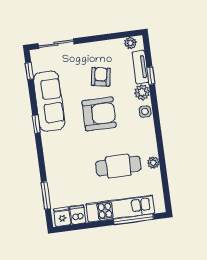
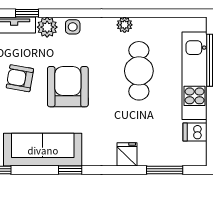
plant: (153, 163) -> (125, 25), moved
fridge: (62, 217) -> (127, 154), moved, turned 90

